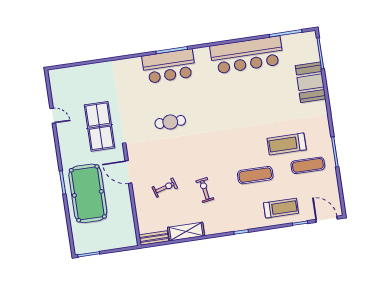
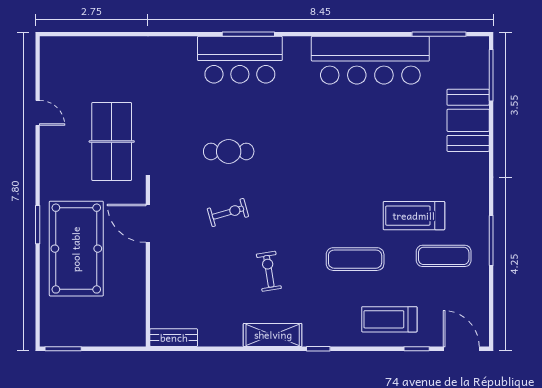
exercise bike: (165, 188) -> (228, 213), moved
treadmill: (281, 208) -> (389, 319), turned 180
shelving: (186, 232) -> (273, 335), moved

